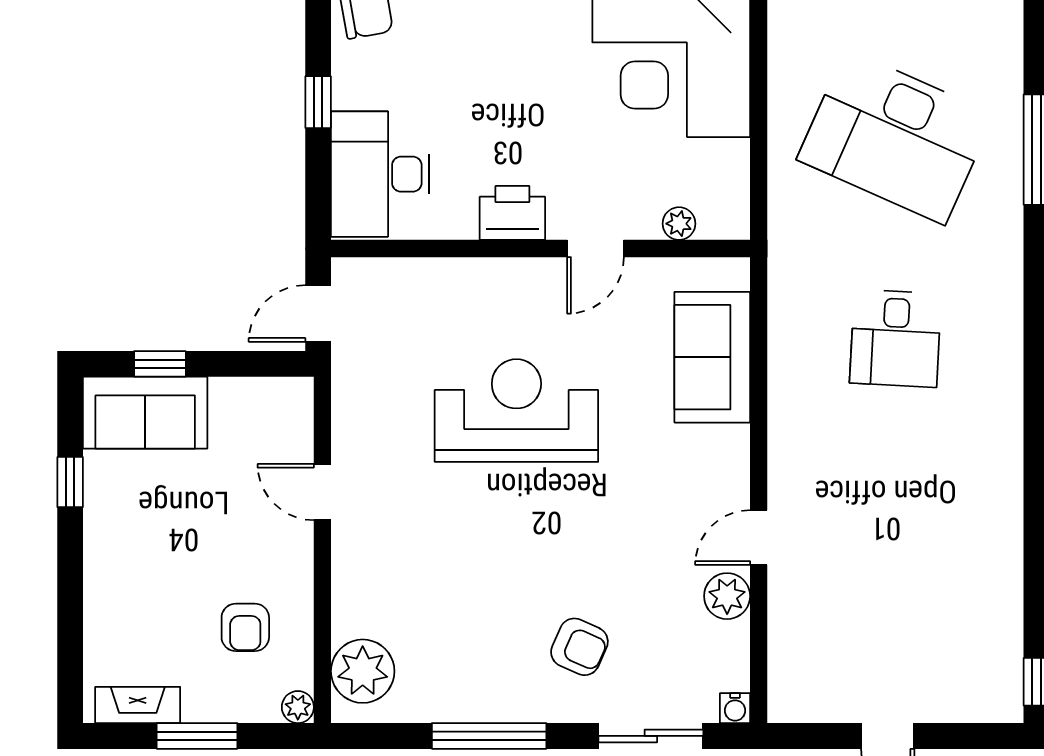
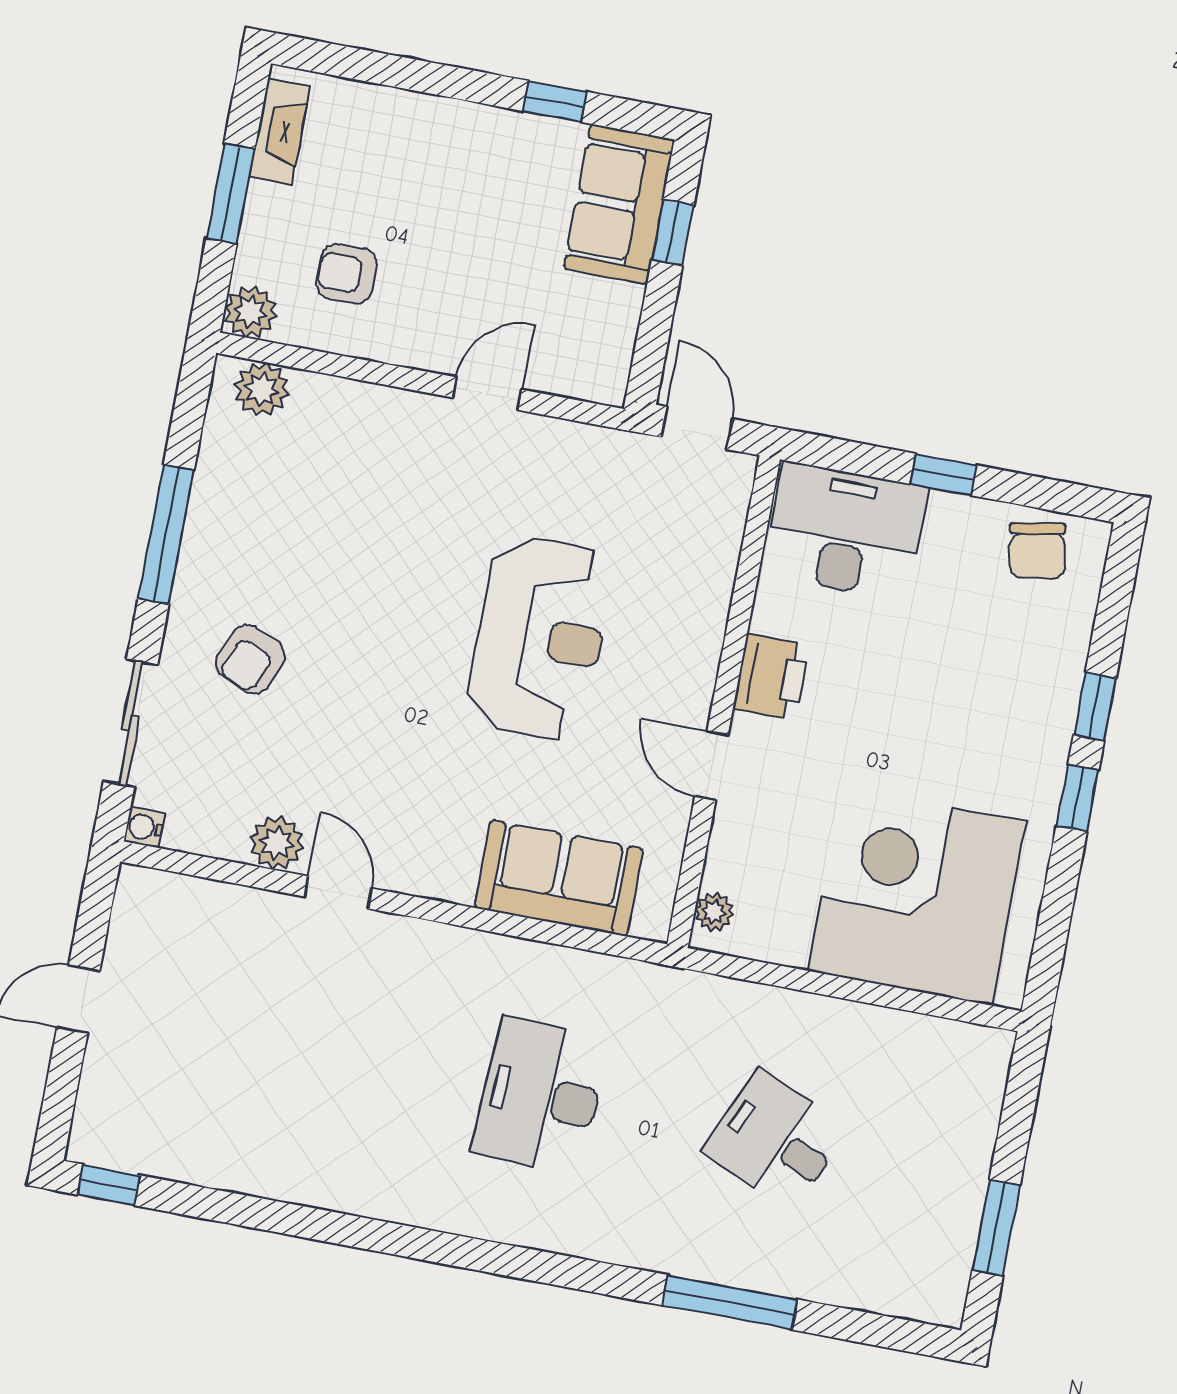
desk: (895, 137) -> (776, 1140), width x0.53, depth x0.77
plant: (679, 224) -> (714, 912), moved
desk: (895, 338) -> (541, 1096), width x1.37
plant: (363, 671) -> (262, 389), width x0.73, depth x0.73
plant: (298, 707) -> (250, 312), width x1.38, depth x1.38

